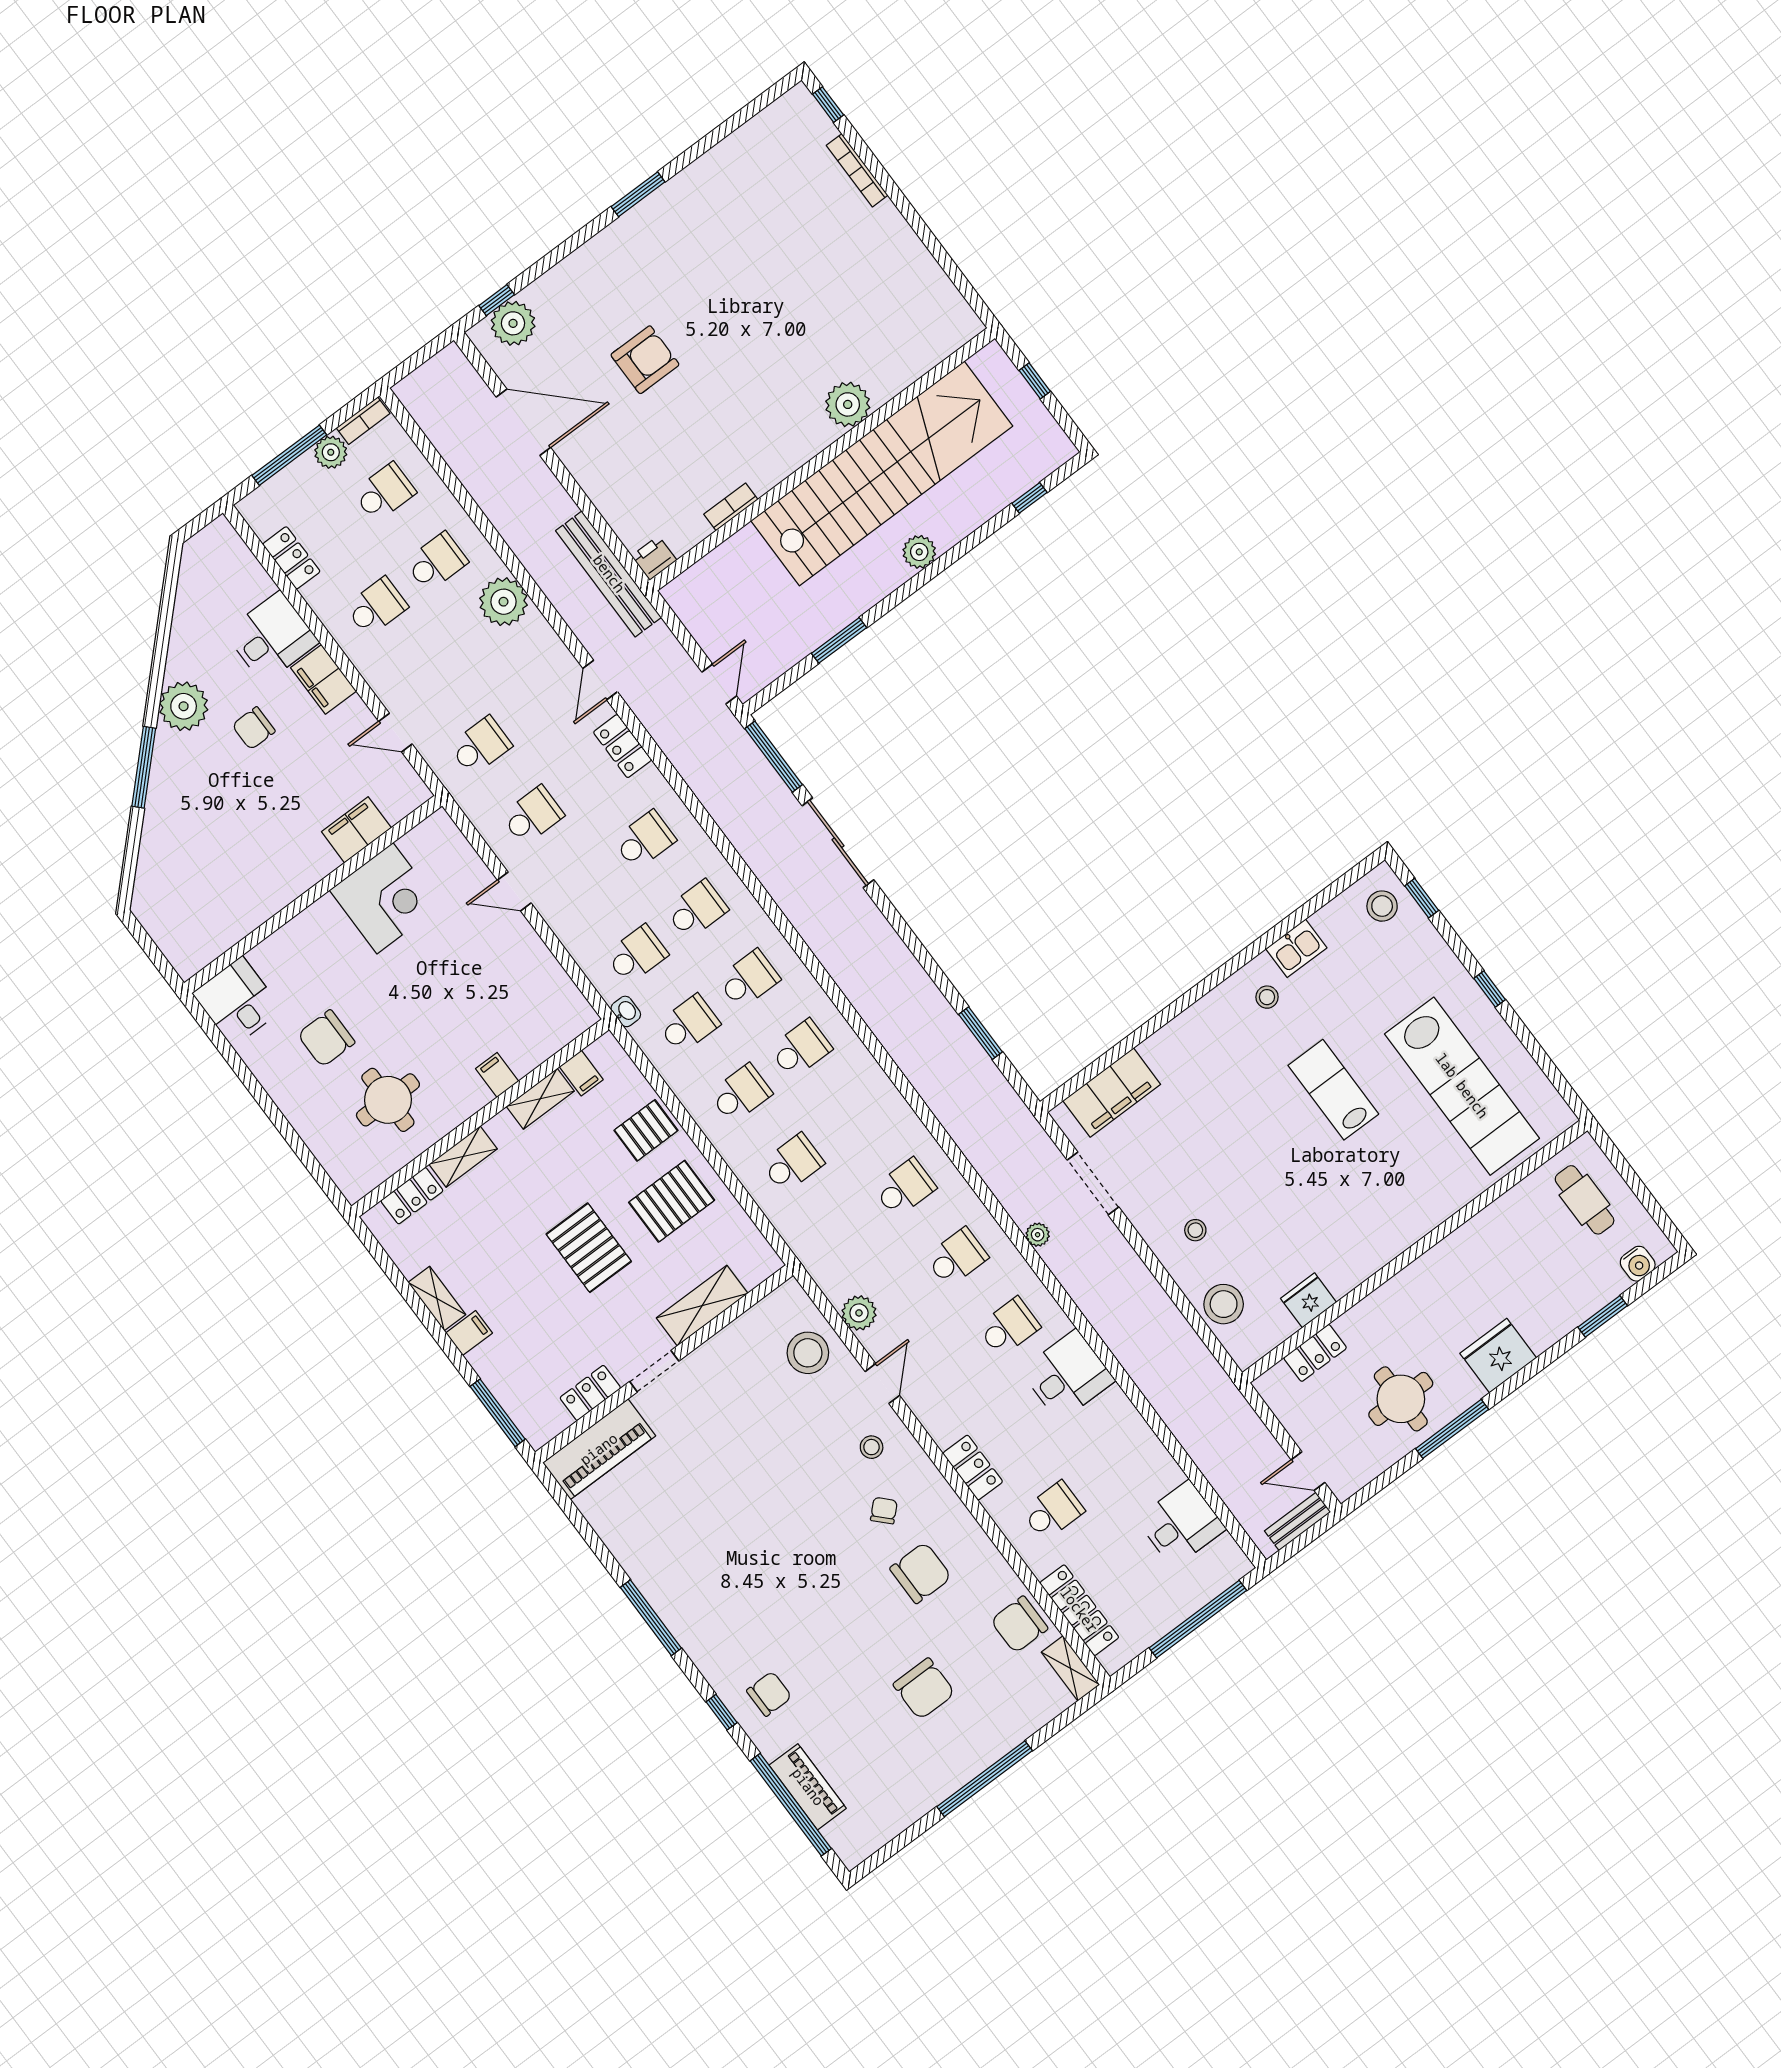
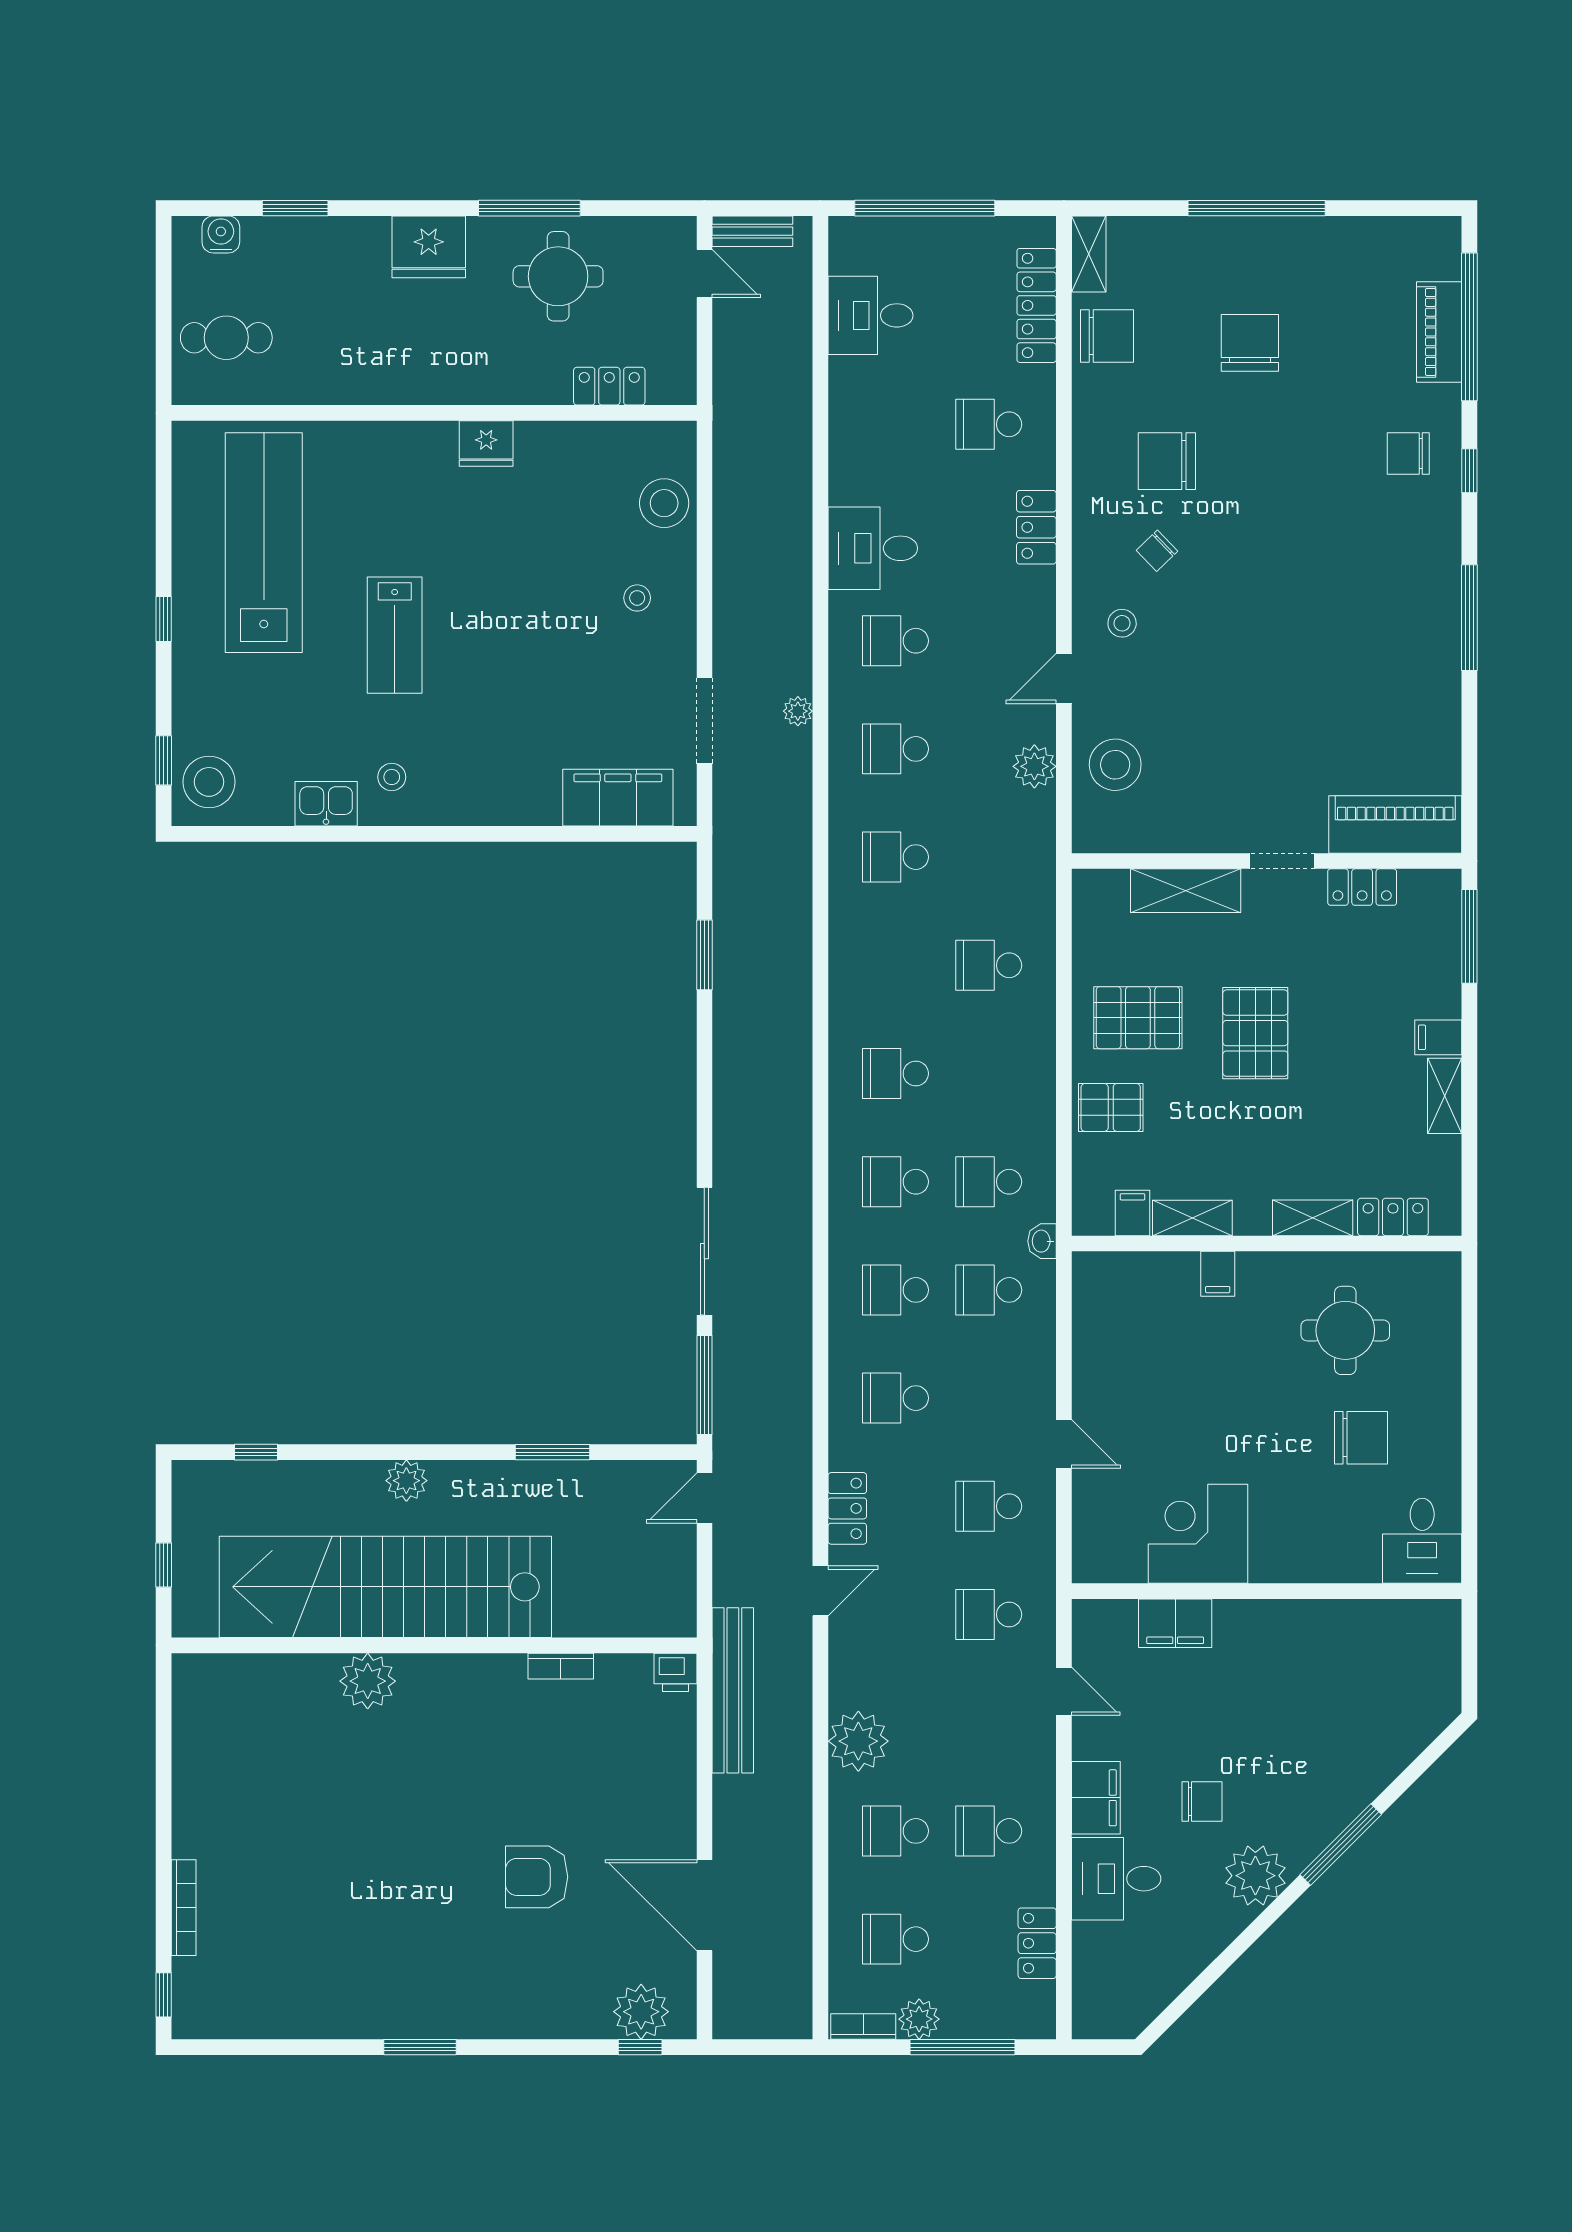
stool: (1382, 906) -> (209, 782), width x1.38, depth x1.38
school desk: (741, 1094) -> (989, 1073), removed
cafe table: (1585, 1200) -> (226, 338), turned 90
fridge: (1308, 1300) -> (486, 444), moved

